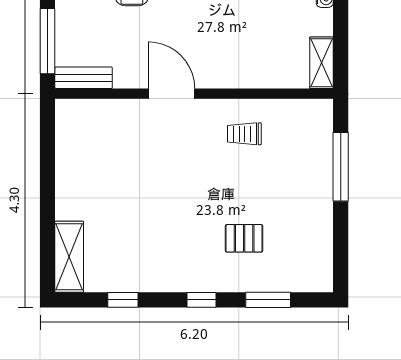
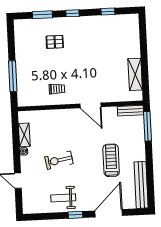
shelving: (322, 63) -> (24, 135), moved
shelving: (69, 257) -> (135, 74), moved

